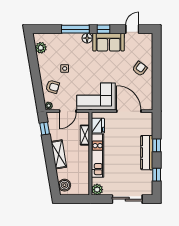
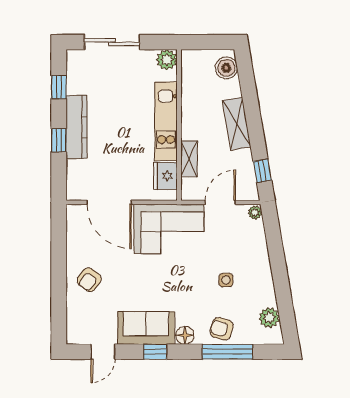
window: (75, 29) -> (228, 352), moved
armchair: (53, 87) -> (222, 329), moved

